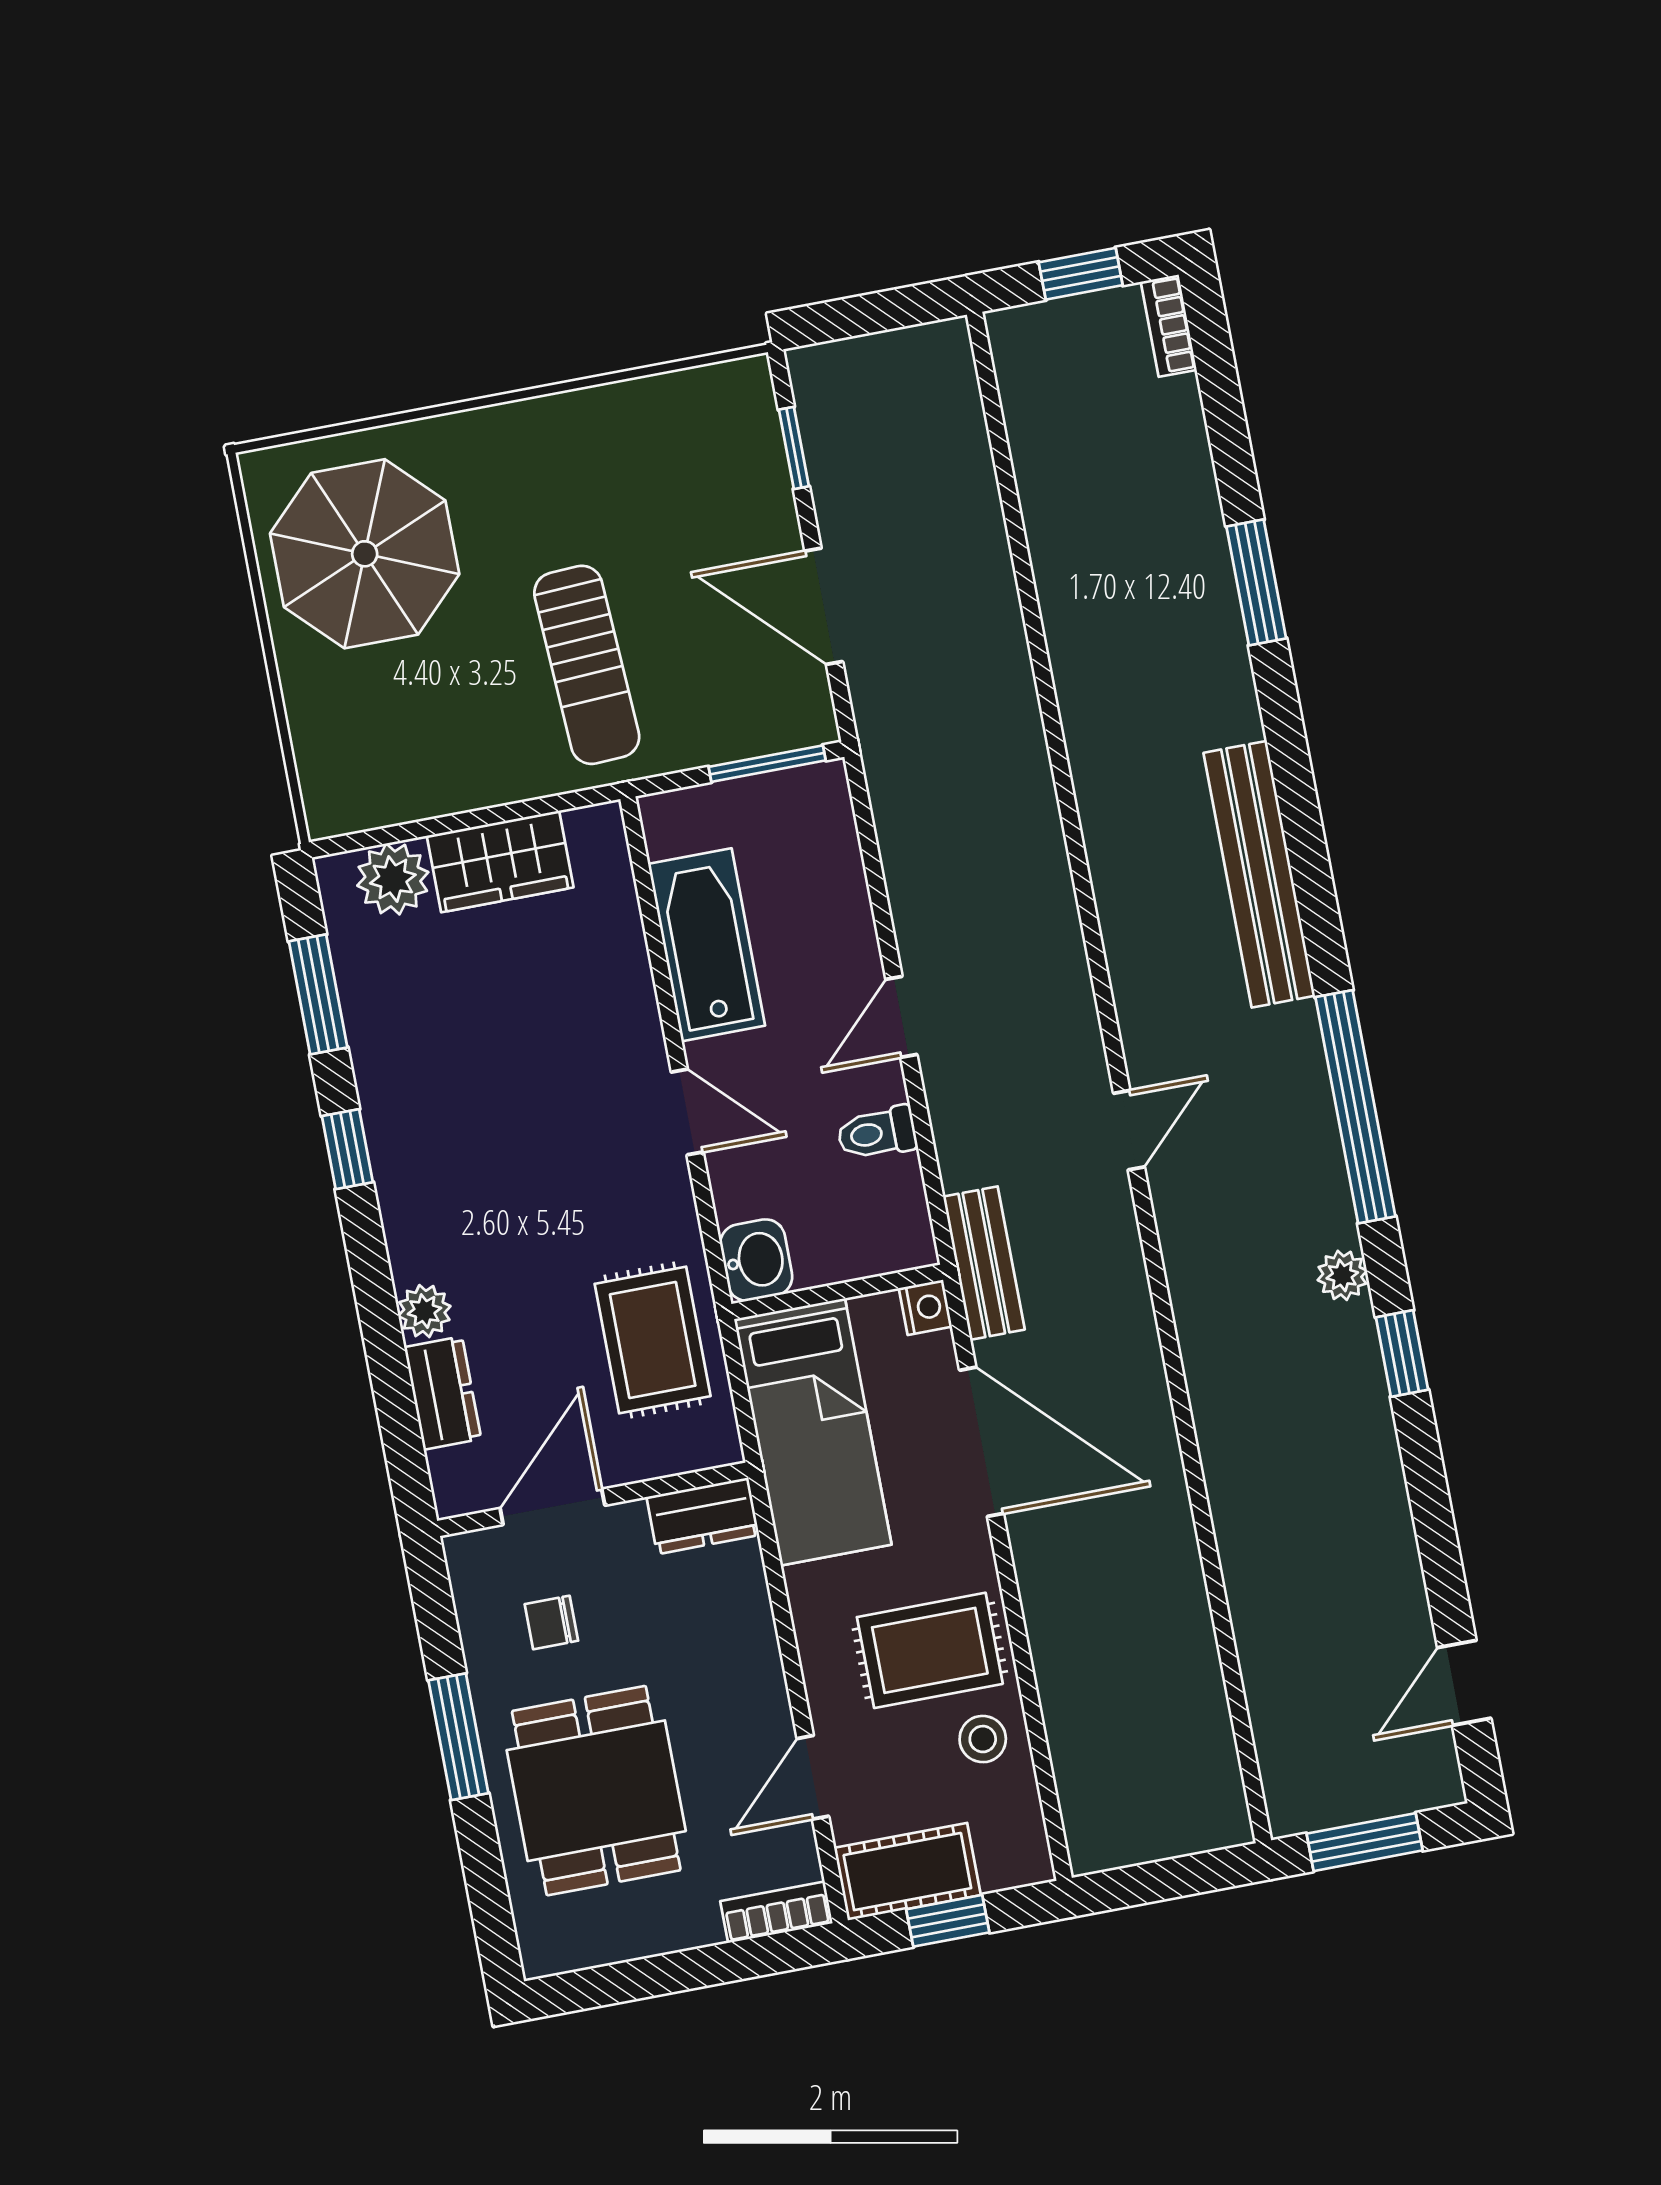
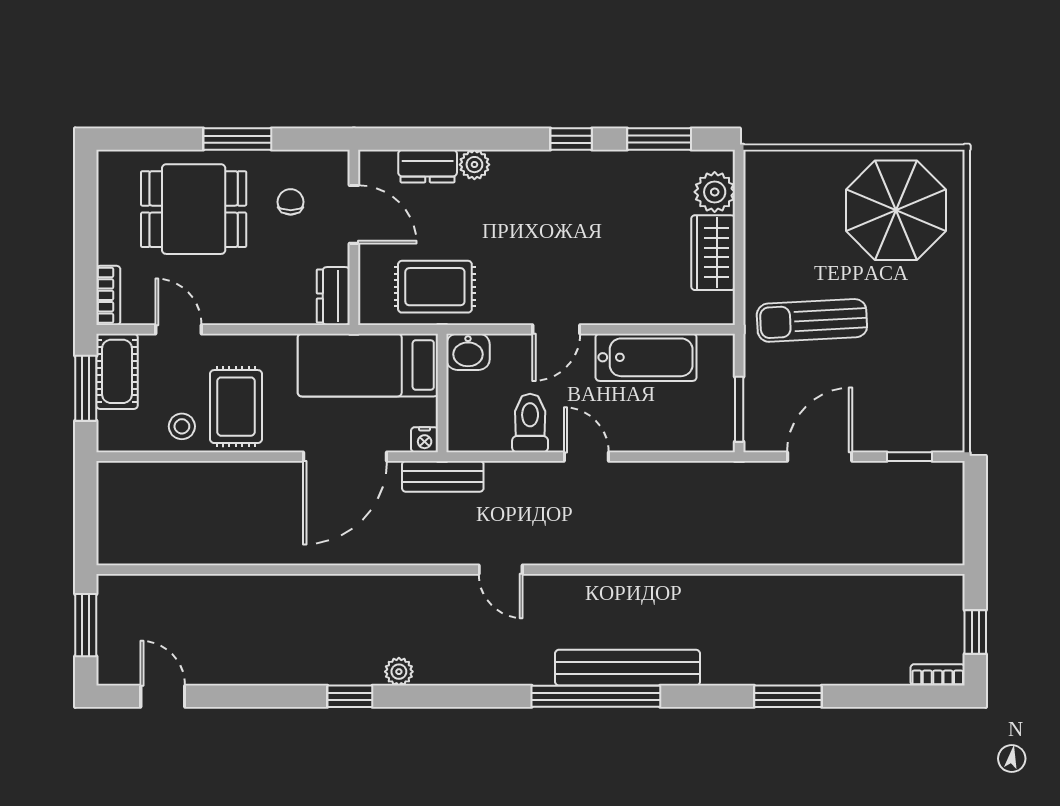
window: (1355, 1107) -> (596, 696), moved
toilet: (877, 1133) -> (530, 423), width x1.37, depth x1.39
window: (948, 1921) -> (86, 388), width x1.50

